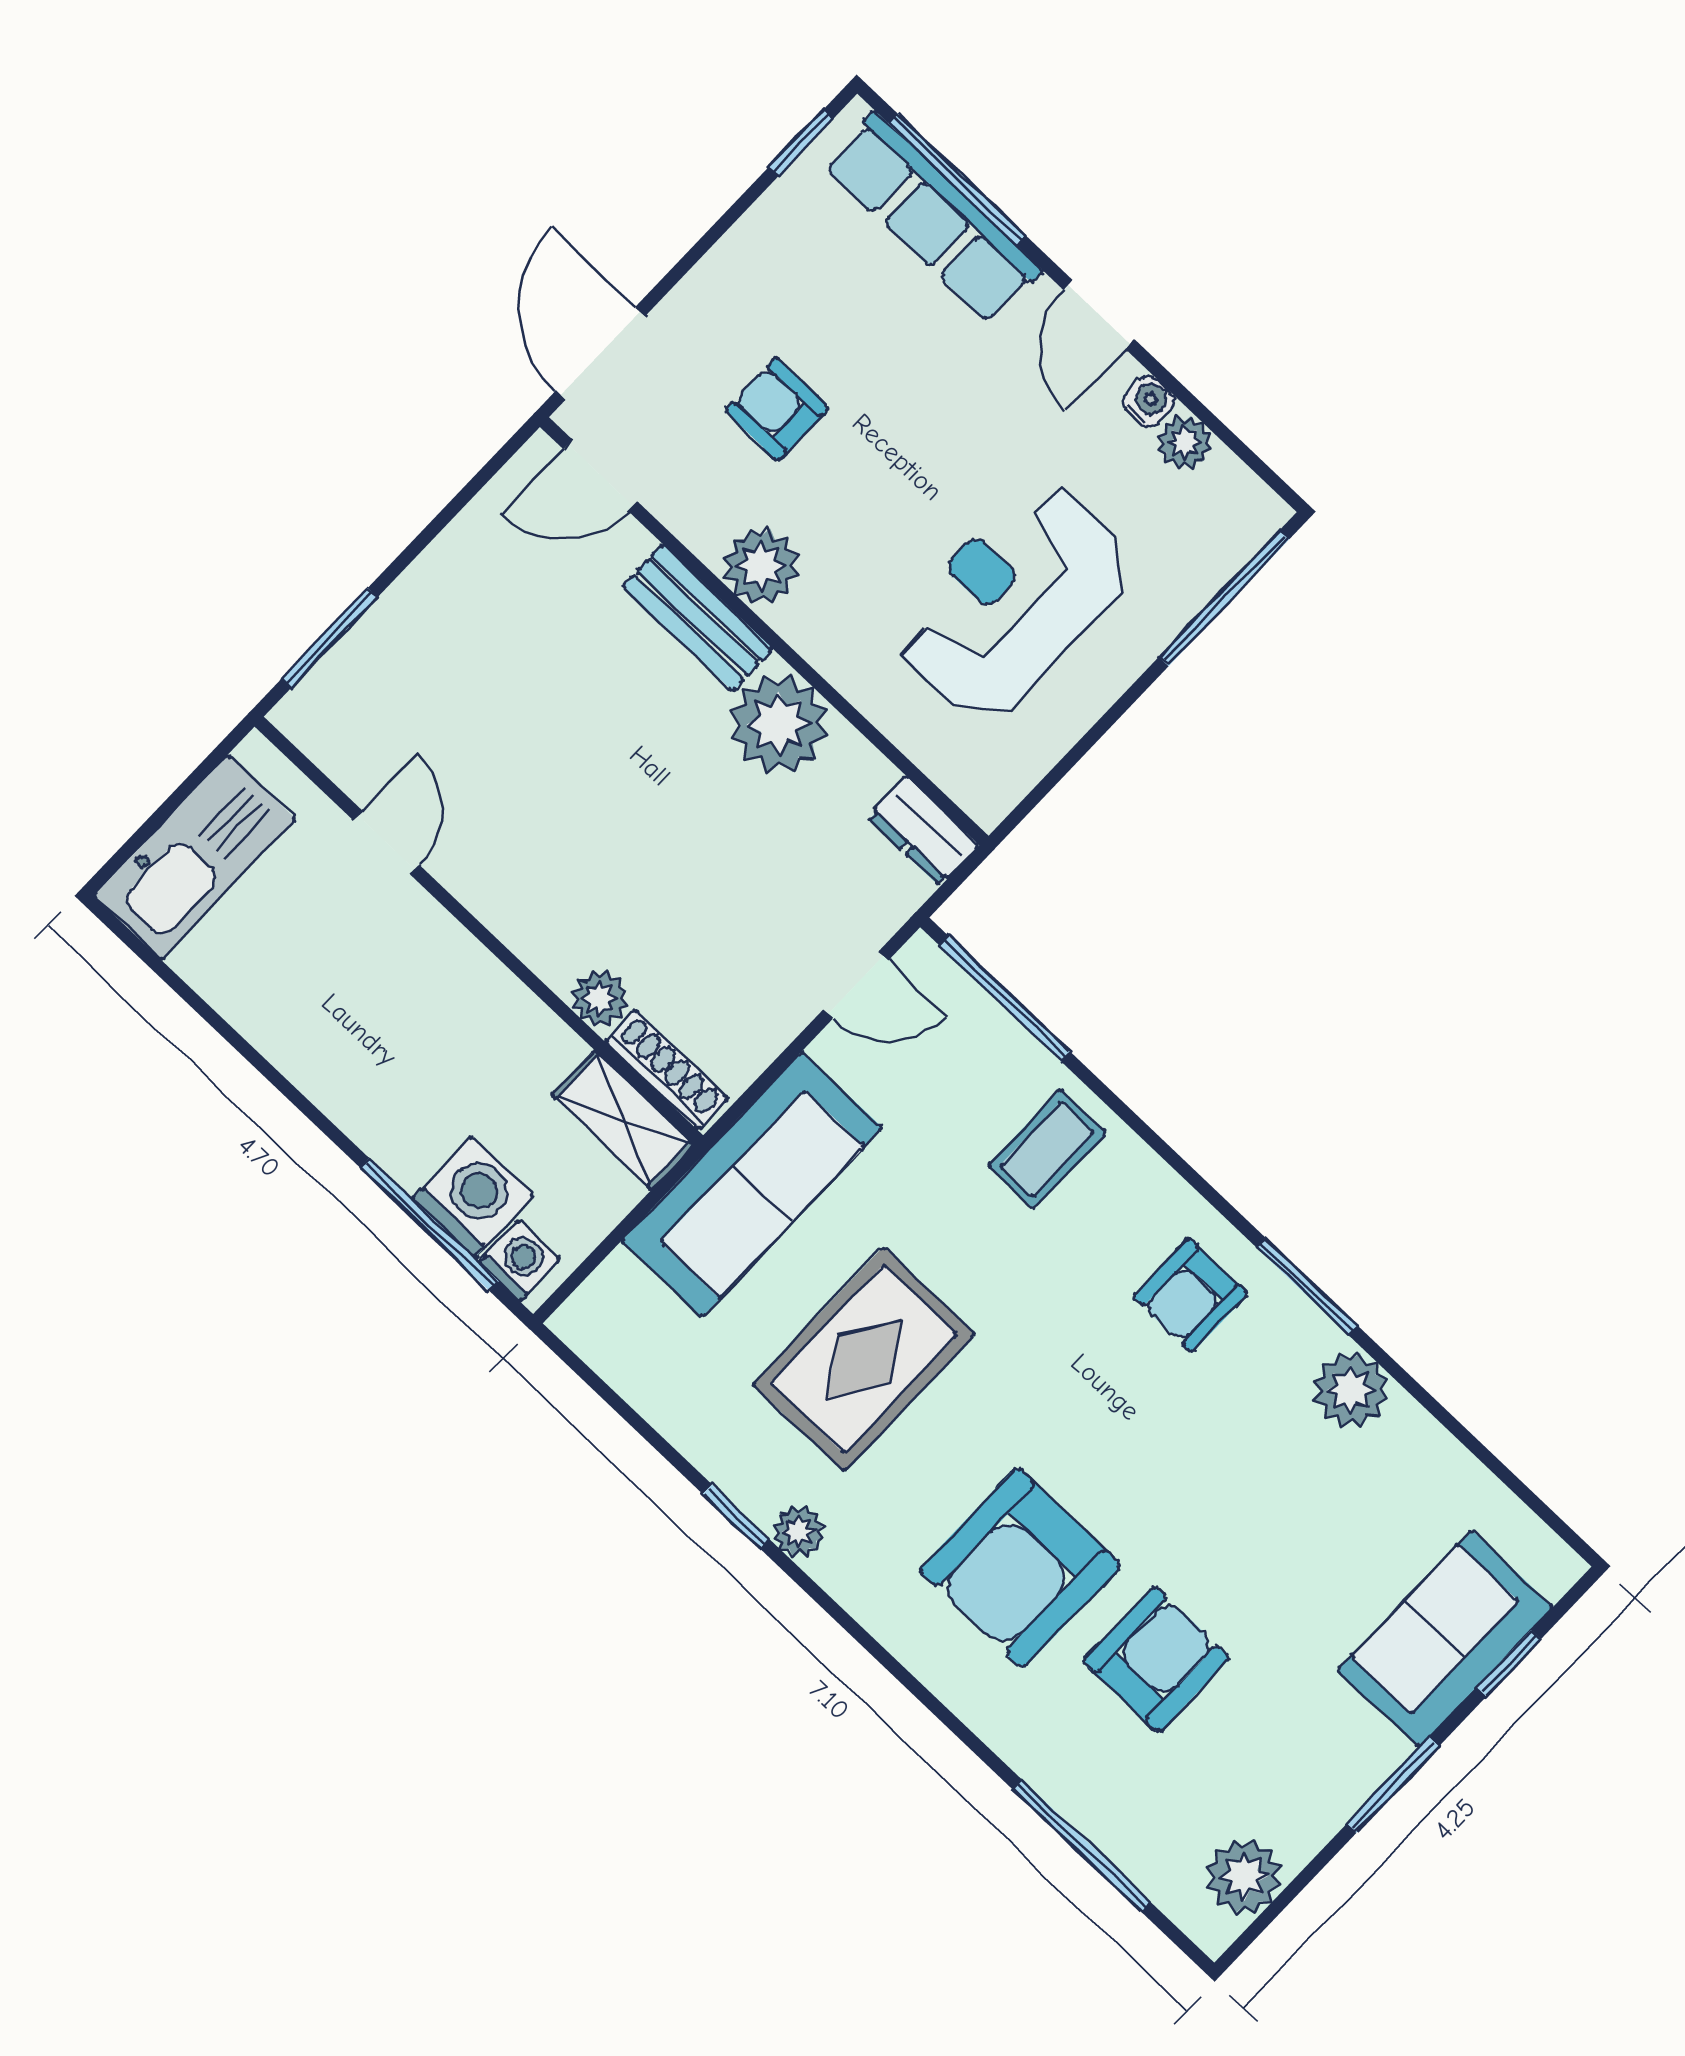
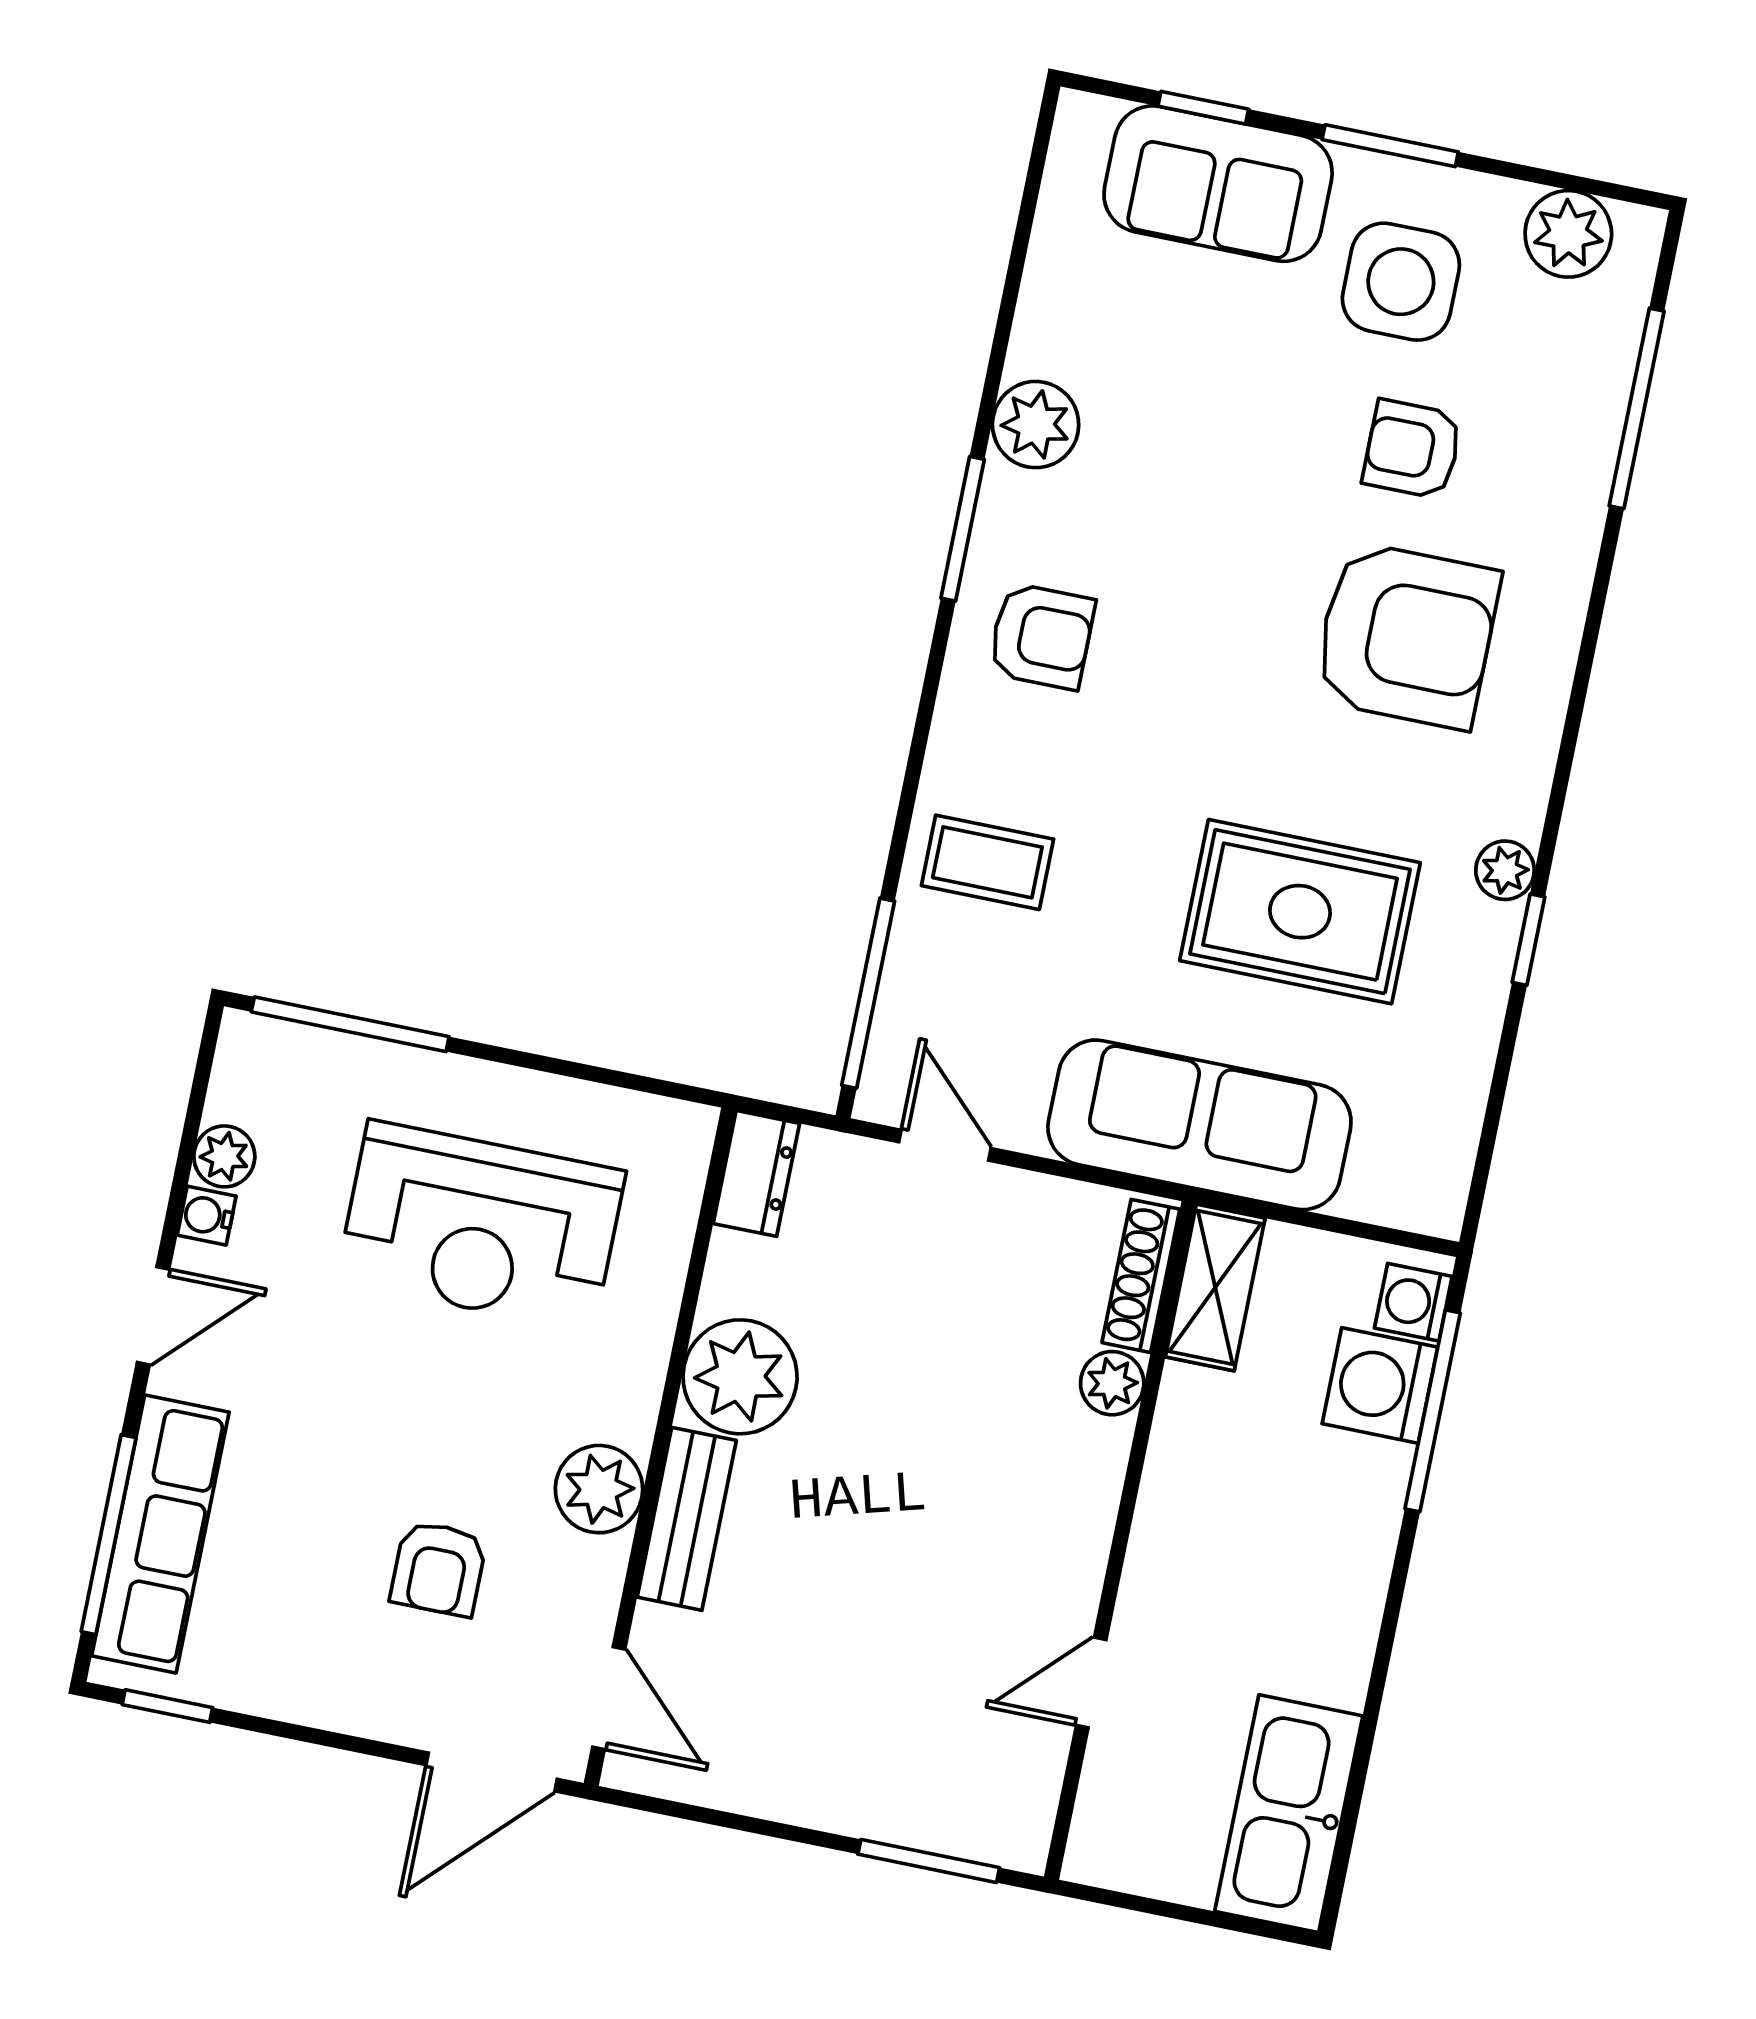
kitchen sink: (194, 857) -> (1289, 1814), moved, turned -90
armchair: (1156, 1659) -> (1412, 449), width x0.72, depth x0.72
side table: (1287, 1729) -> (1401, 282), added

